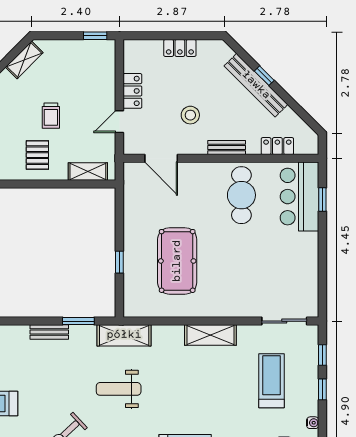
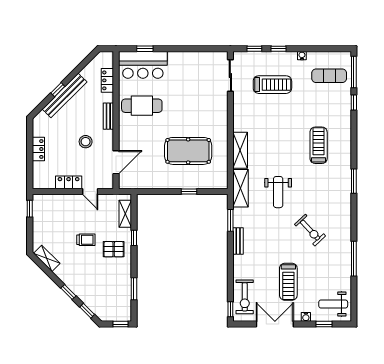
window: (54, 184) -> (134, 238), added
shelving: (210, 335) -> (240, 150), moved
treadmill: (271, 381) -> (272, 85), turned 180

